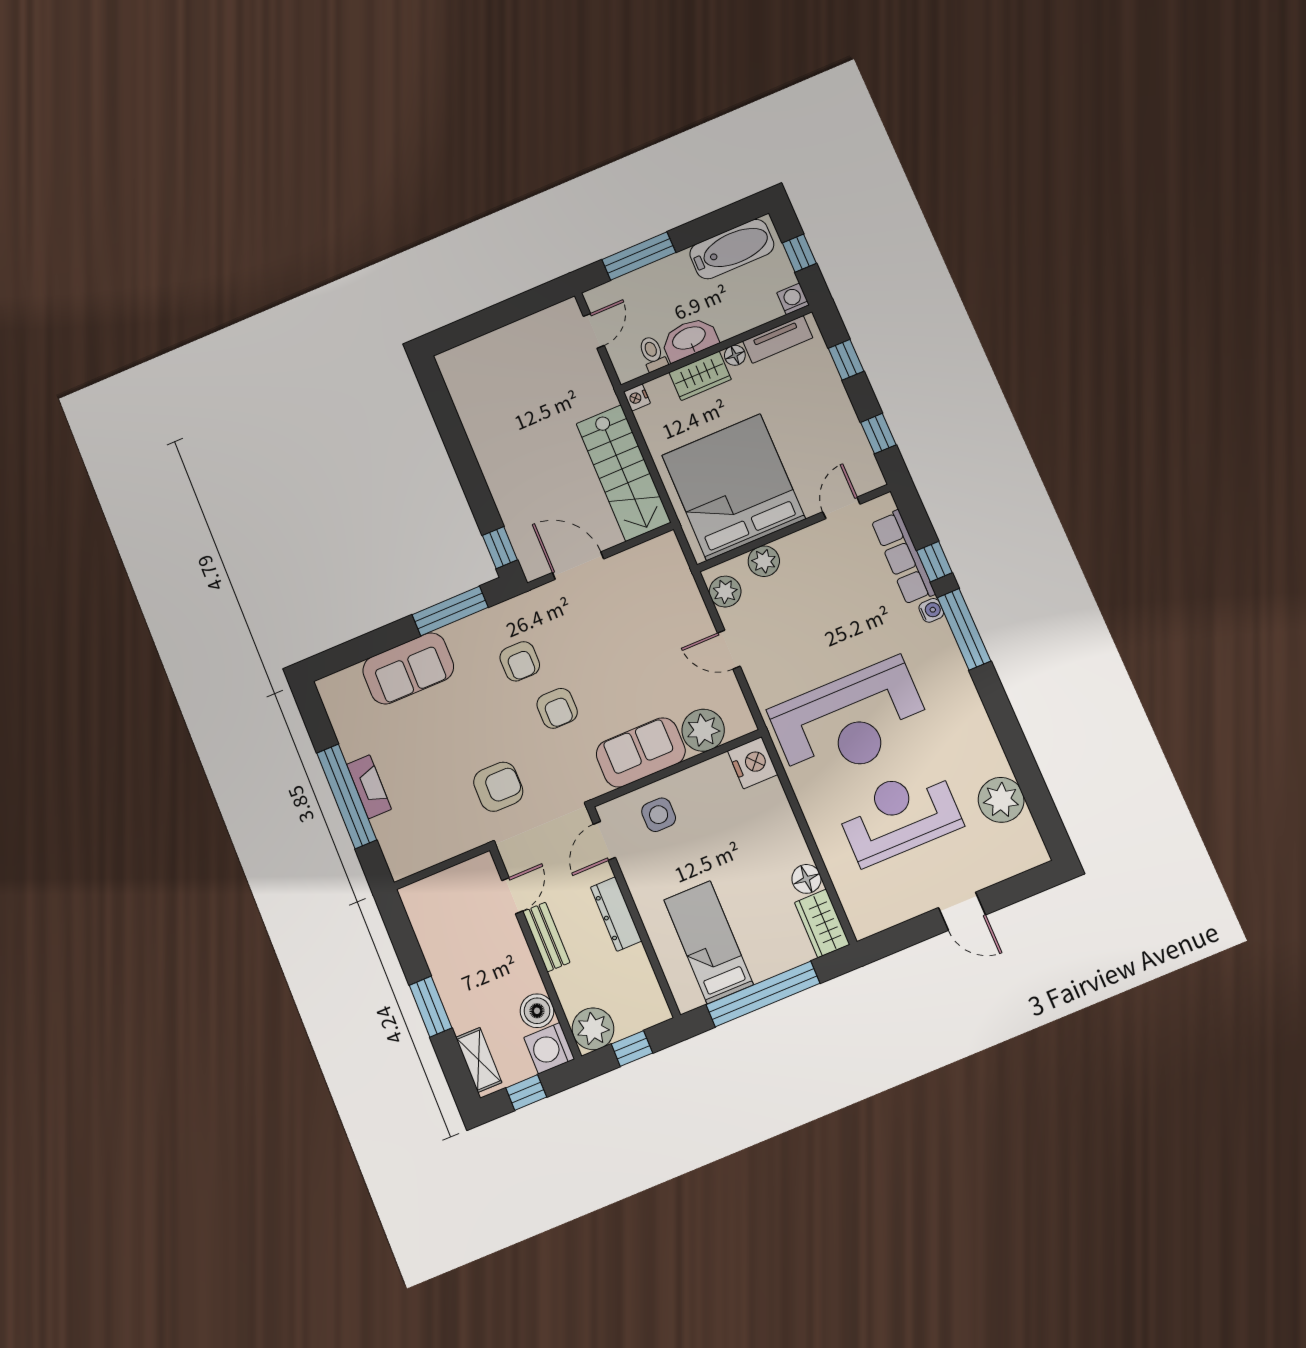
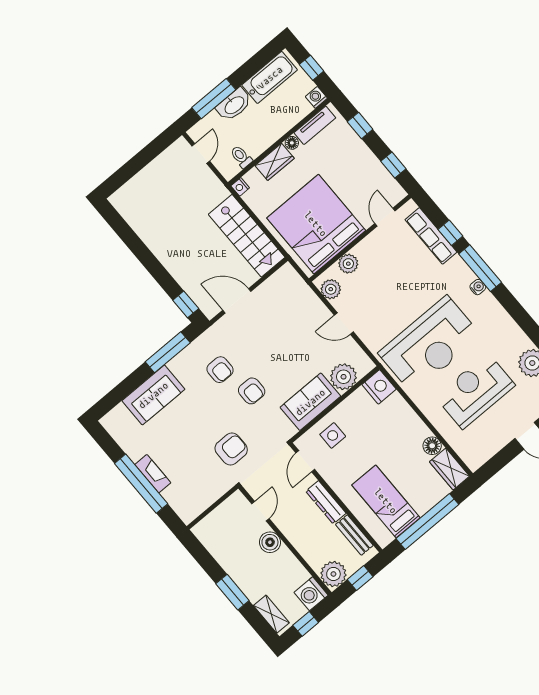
washbasin: (689, 339) -> (234, 105), moved, turned 180
water cooler: (931, 610) -> (478, 287), moved
bench: (546, 937) -> (354, 535), moved
boiler: (537, 1011) -> (270, 542), moved

